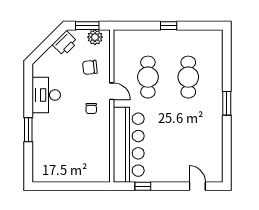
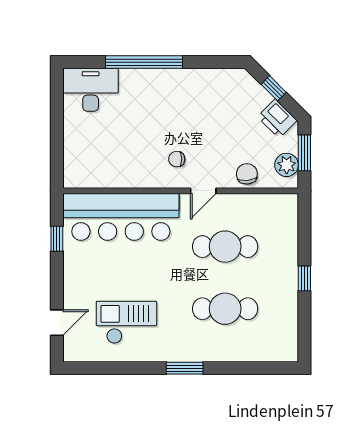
window: (45, 46) -> (274, 88), added
chair: (90, 67) -> (247, 174), moved
desk: (46, 95) -> (91, 90), moved
window: (28, 130) -> (144, 62), width x2.11
checkout: (197, 141) -> (126, 322), added

